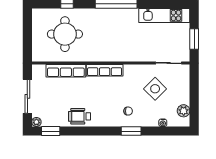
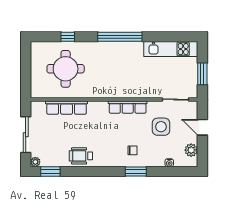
row of seats: (105, 70) -> (128, 107), moved
side table: (155, 89) -> (161, 127), turned 45
door: (194, 89) -> (202, 127), added

